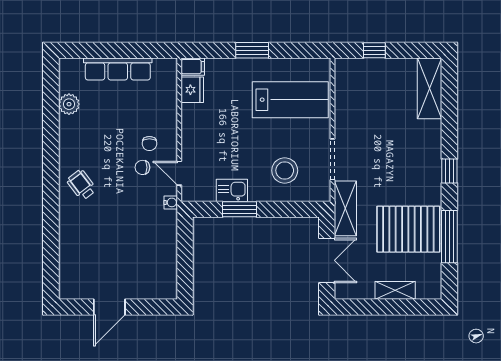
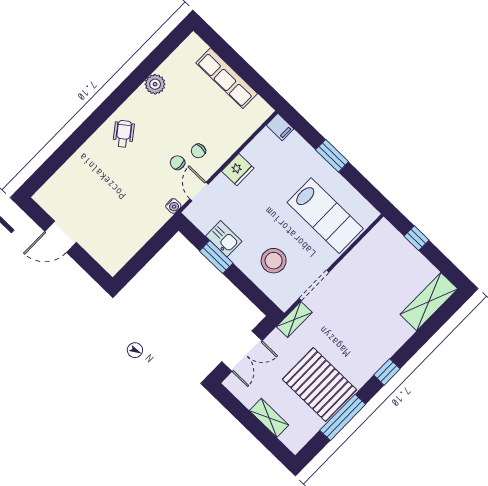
fridge: (192, 90) -> (238, 170), moved
plant: (69, 104) -> (155, 84), moved
shelving: (345, 208) -> (294, 320), width x0.67, depth x0.75

